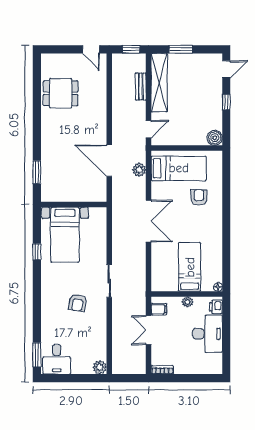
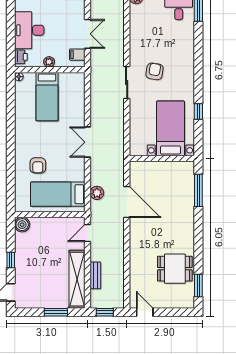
window: (37, 76) -> (198, 286), added
window: (37, 172) -> (198, 190), width x1.44
double door: (149, 221) -> (88, 142), width x0.73
armchair: (78, 303) -> (155, 71), moved

